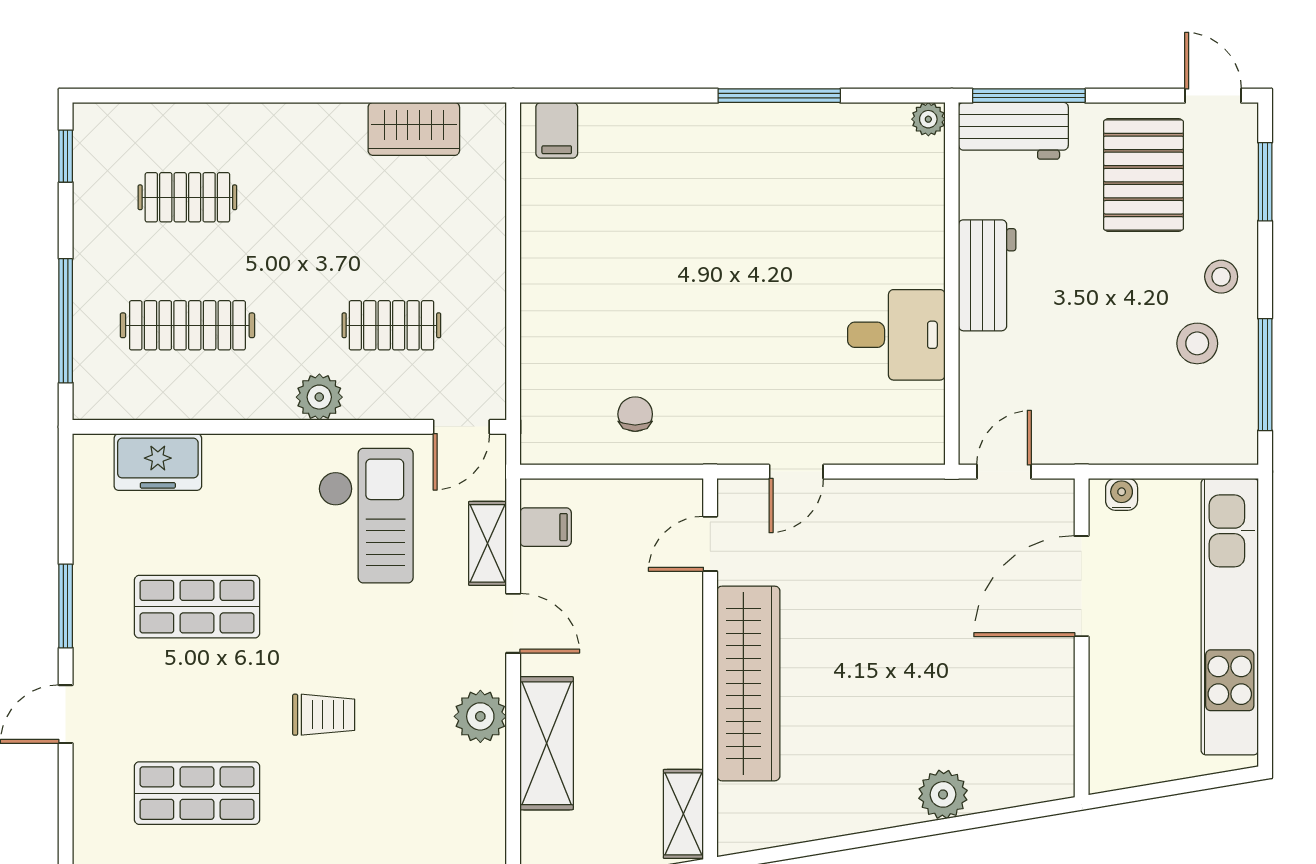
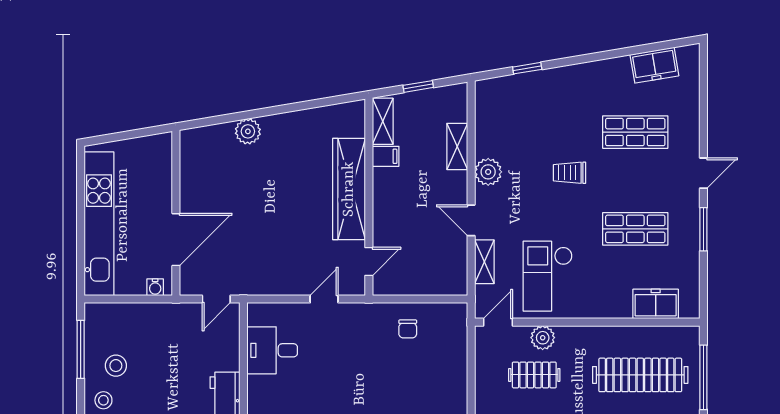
clothes rail: (187, 325) -> (640, 375), width x1.37, depth x1.31
desk: (896, 335) -> (272, 350), moved
plant: (319, 397) -> (543, 338), moved
filing cabinet: (546, 527) -> (386, 156), moved, turned 180
shelving: (547, 743) -> (457, 146), width x0.67, depth x0.75

